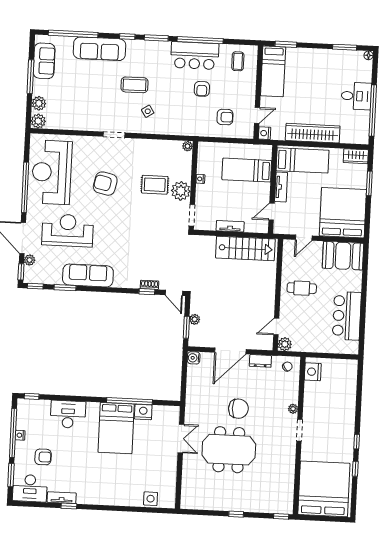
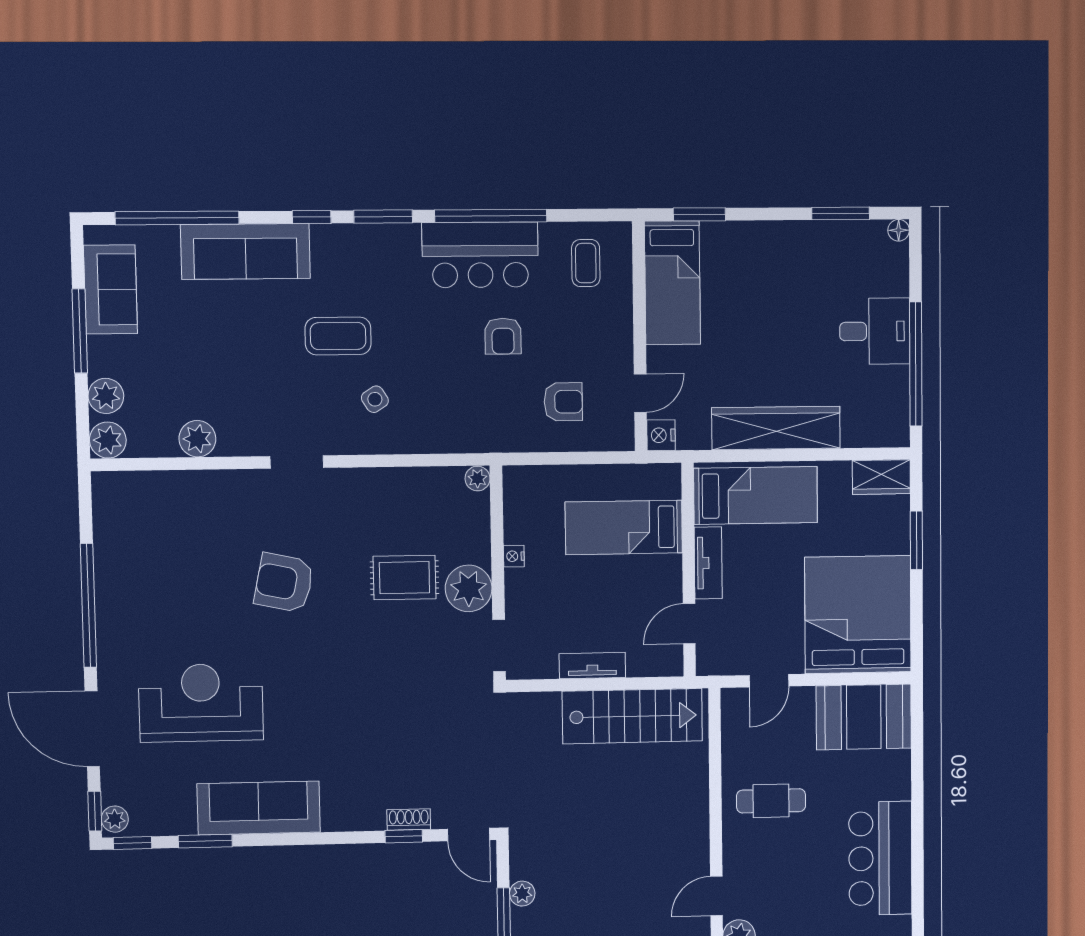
plant: (74, 123) -> (197, 439), added
reception desk: (52, 172) -> (151, 564), removed
plant: (30, 260) -> (115, 819), moved

